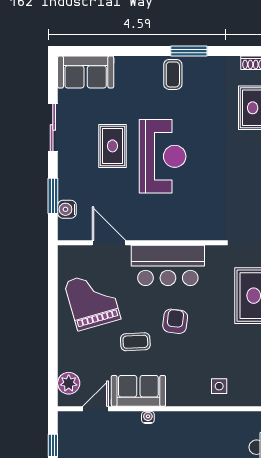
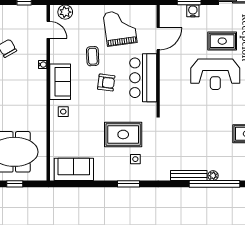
water cooler: (67, 209) -> (193, 11), moved
grand piano: (92, 300) -> (120, 28), turned -82
sofa: (138, 391) -> (60, 82), moved

